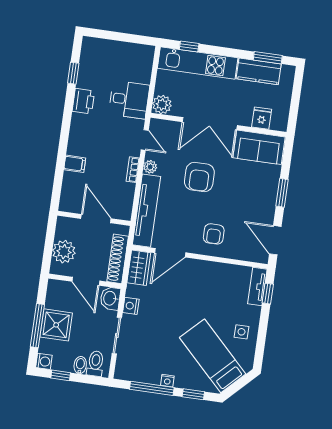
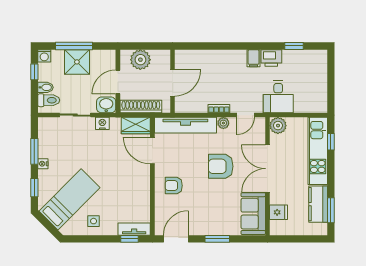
filing cabinet: (75, 164) -> (254, 58), moved
window: (152, 388) -> (34, 151), width x0.69

